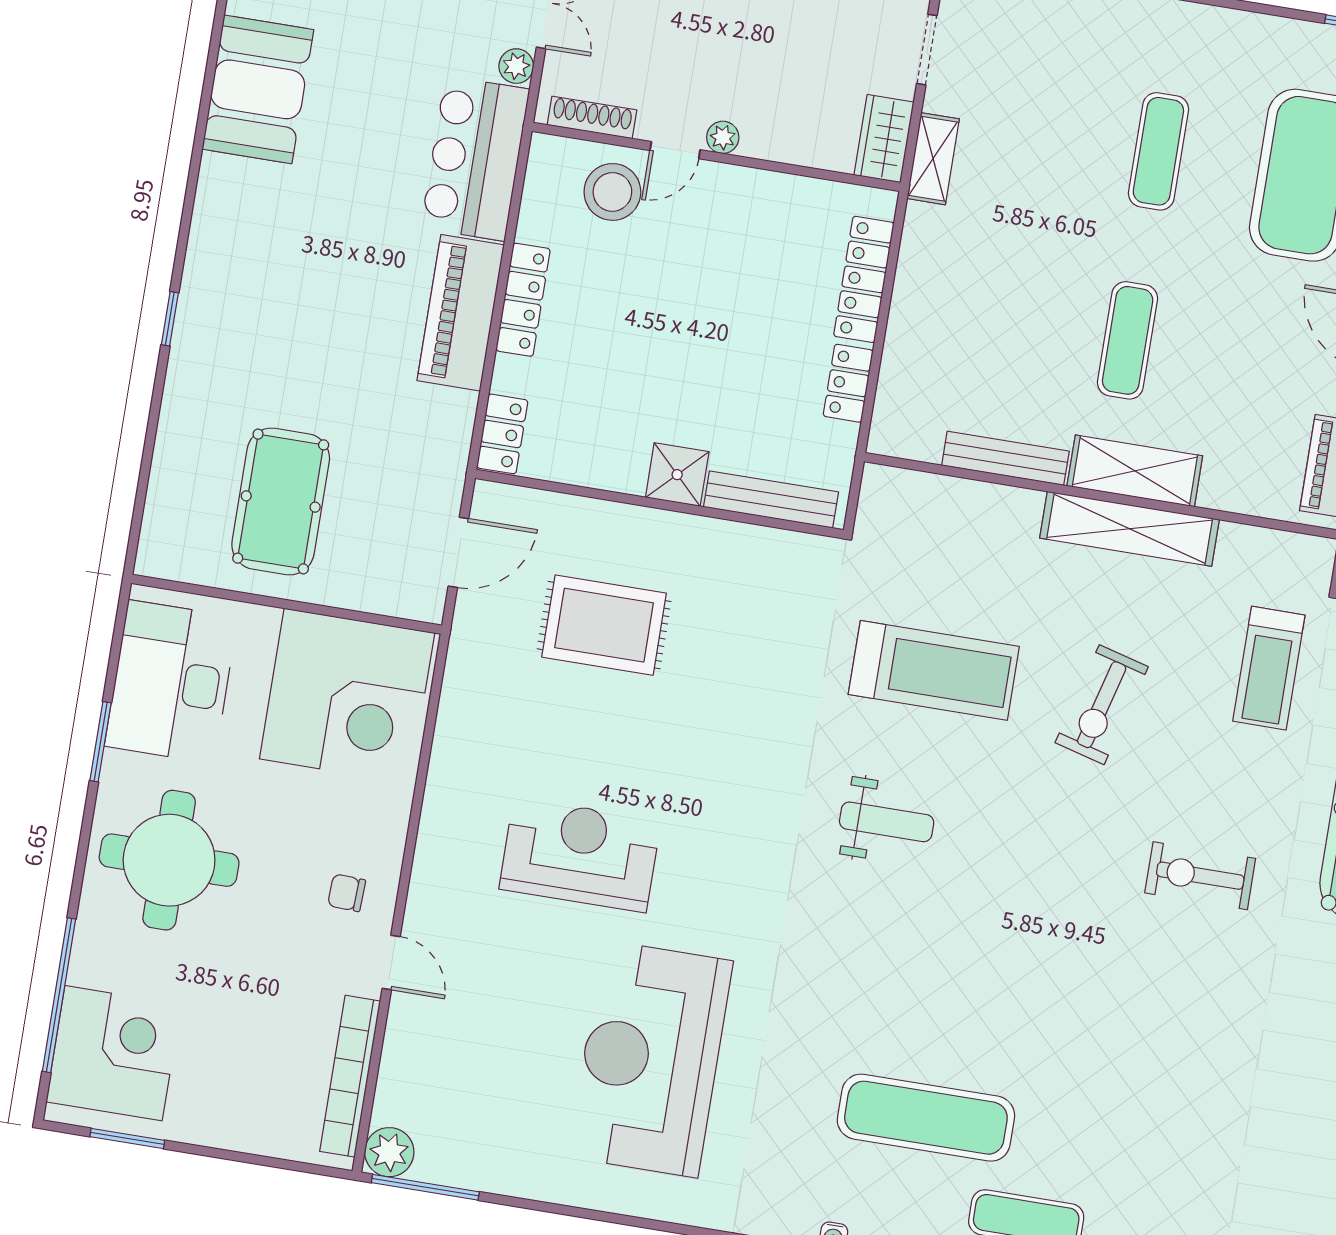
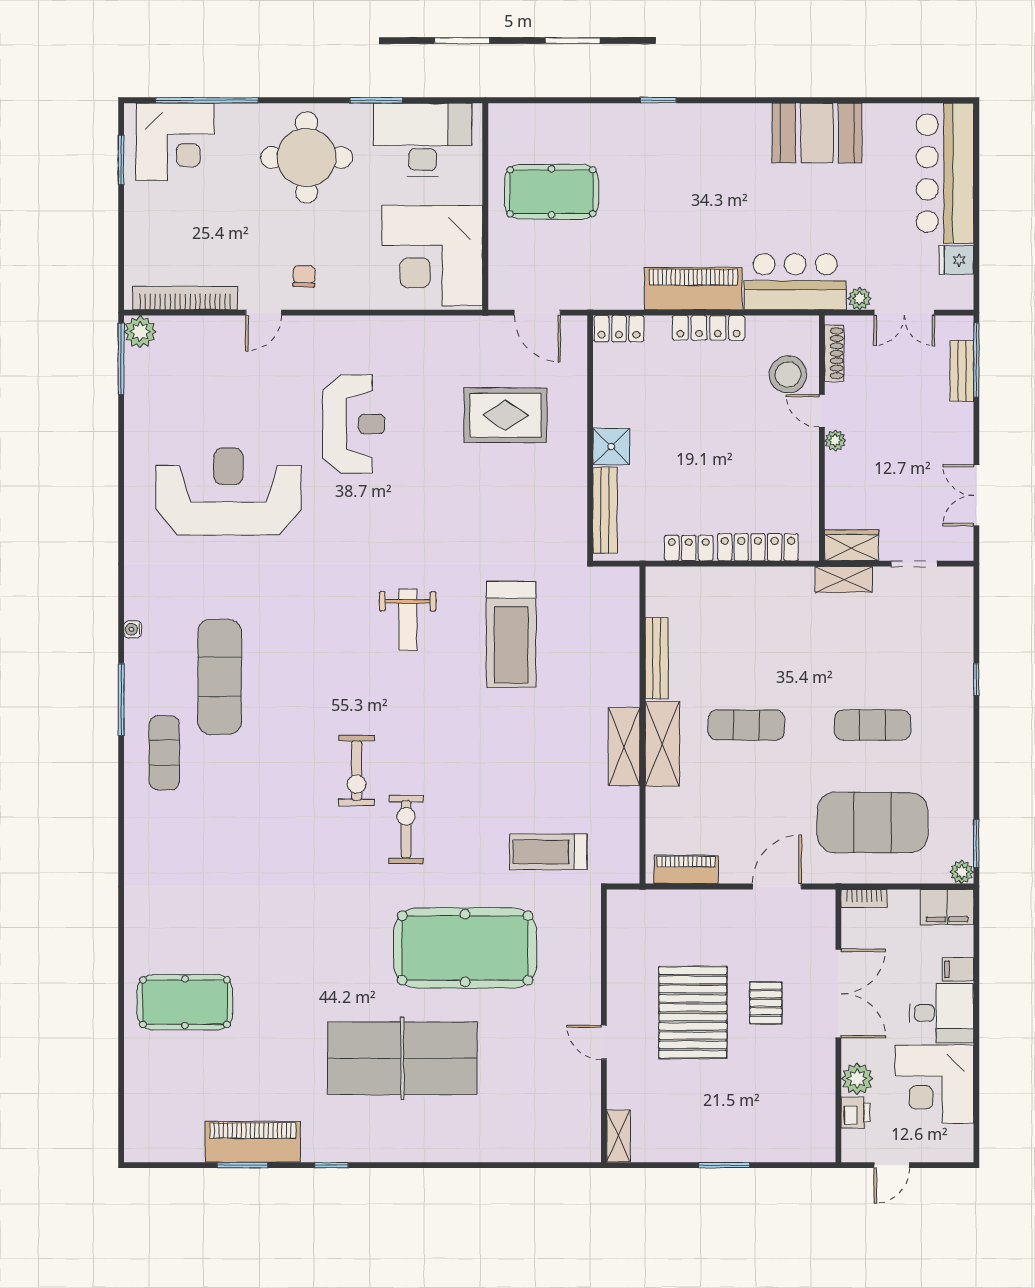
shelving: (1130, 529) -> (624, 746), width x0.68
rug: (604, 625) -> (506, 415), turned 90
exercise bike: (1102, 705) -> (357, 771), moved, turned -105

